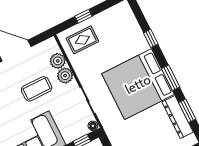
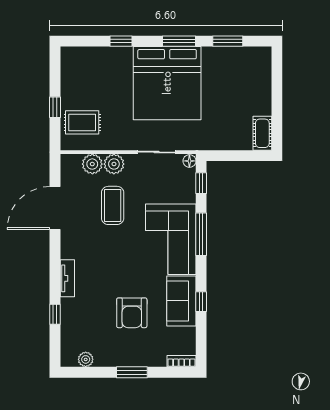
rug: (82, 40) -> (82, 122), turned 90
dresser: (178, 117) -> (229, 56), removed

